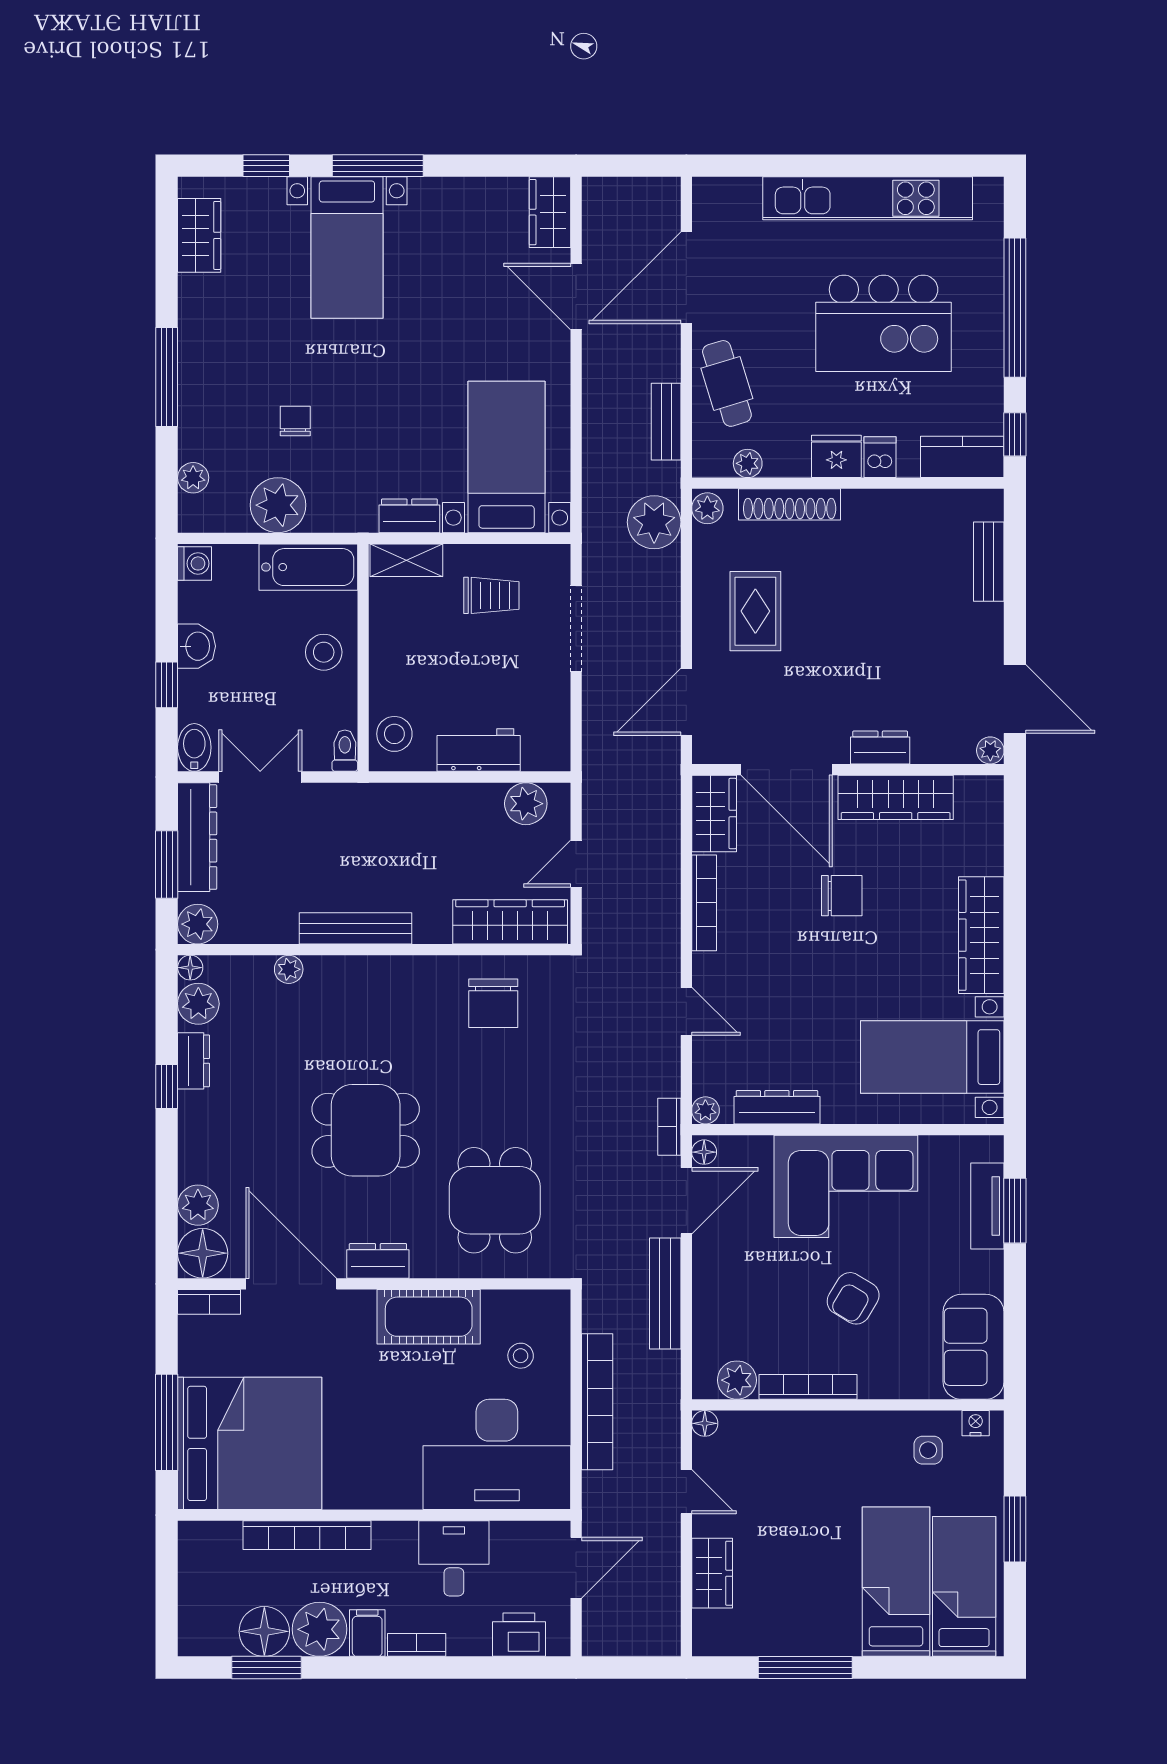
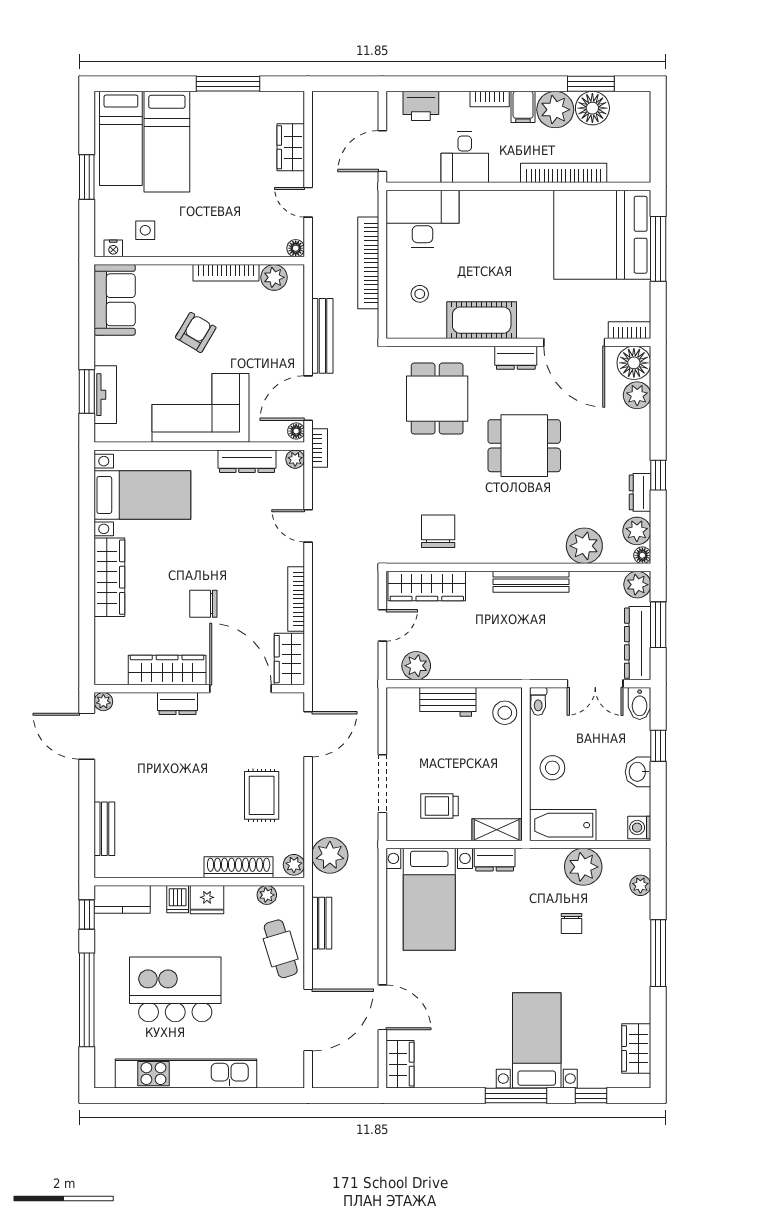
plant: (289, 969) -> (584, 546), width x1.87, depth x1.87
desk: (497, 1454) -> (422, 219), width x0.73, depth x0.77

